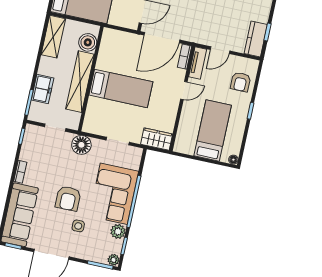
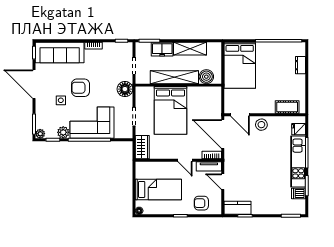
shelving: (53, 37) -> (190, 49), moved
bed: (121, 88) -> (171, 110), width x1.50

